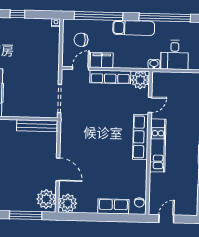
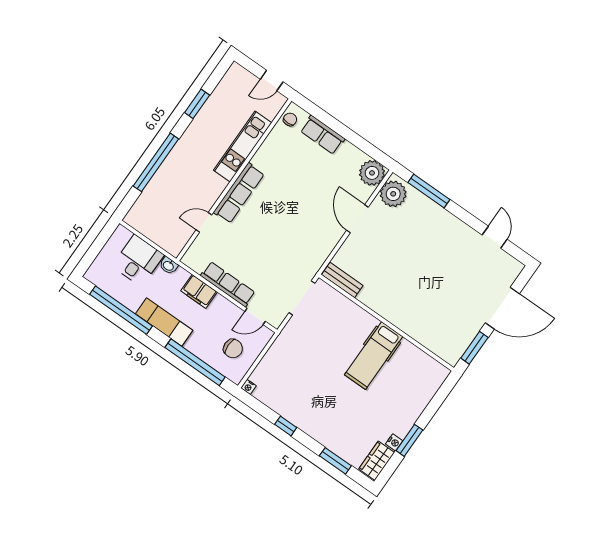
filing cabinet: (102, 60) -> (199, 291), moved
plant: (140, 80) -> (196, 258), removed
bench: (37, 126) -> (342, 280), width x0.73
kitchen unit: (158, 145) -> (243, 147), moved

